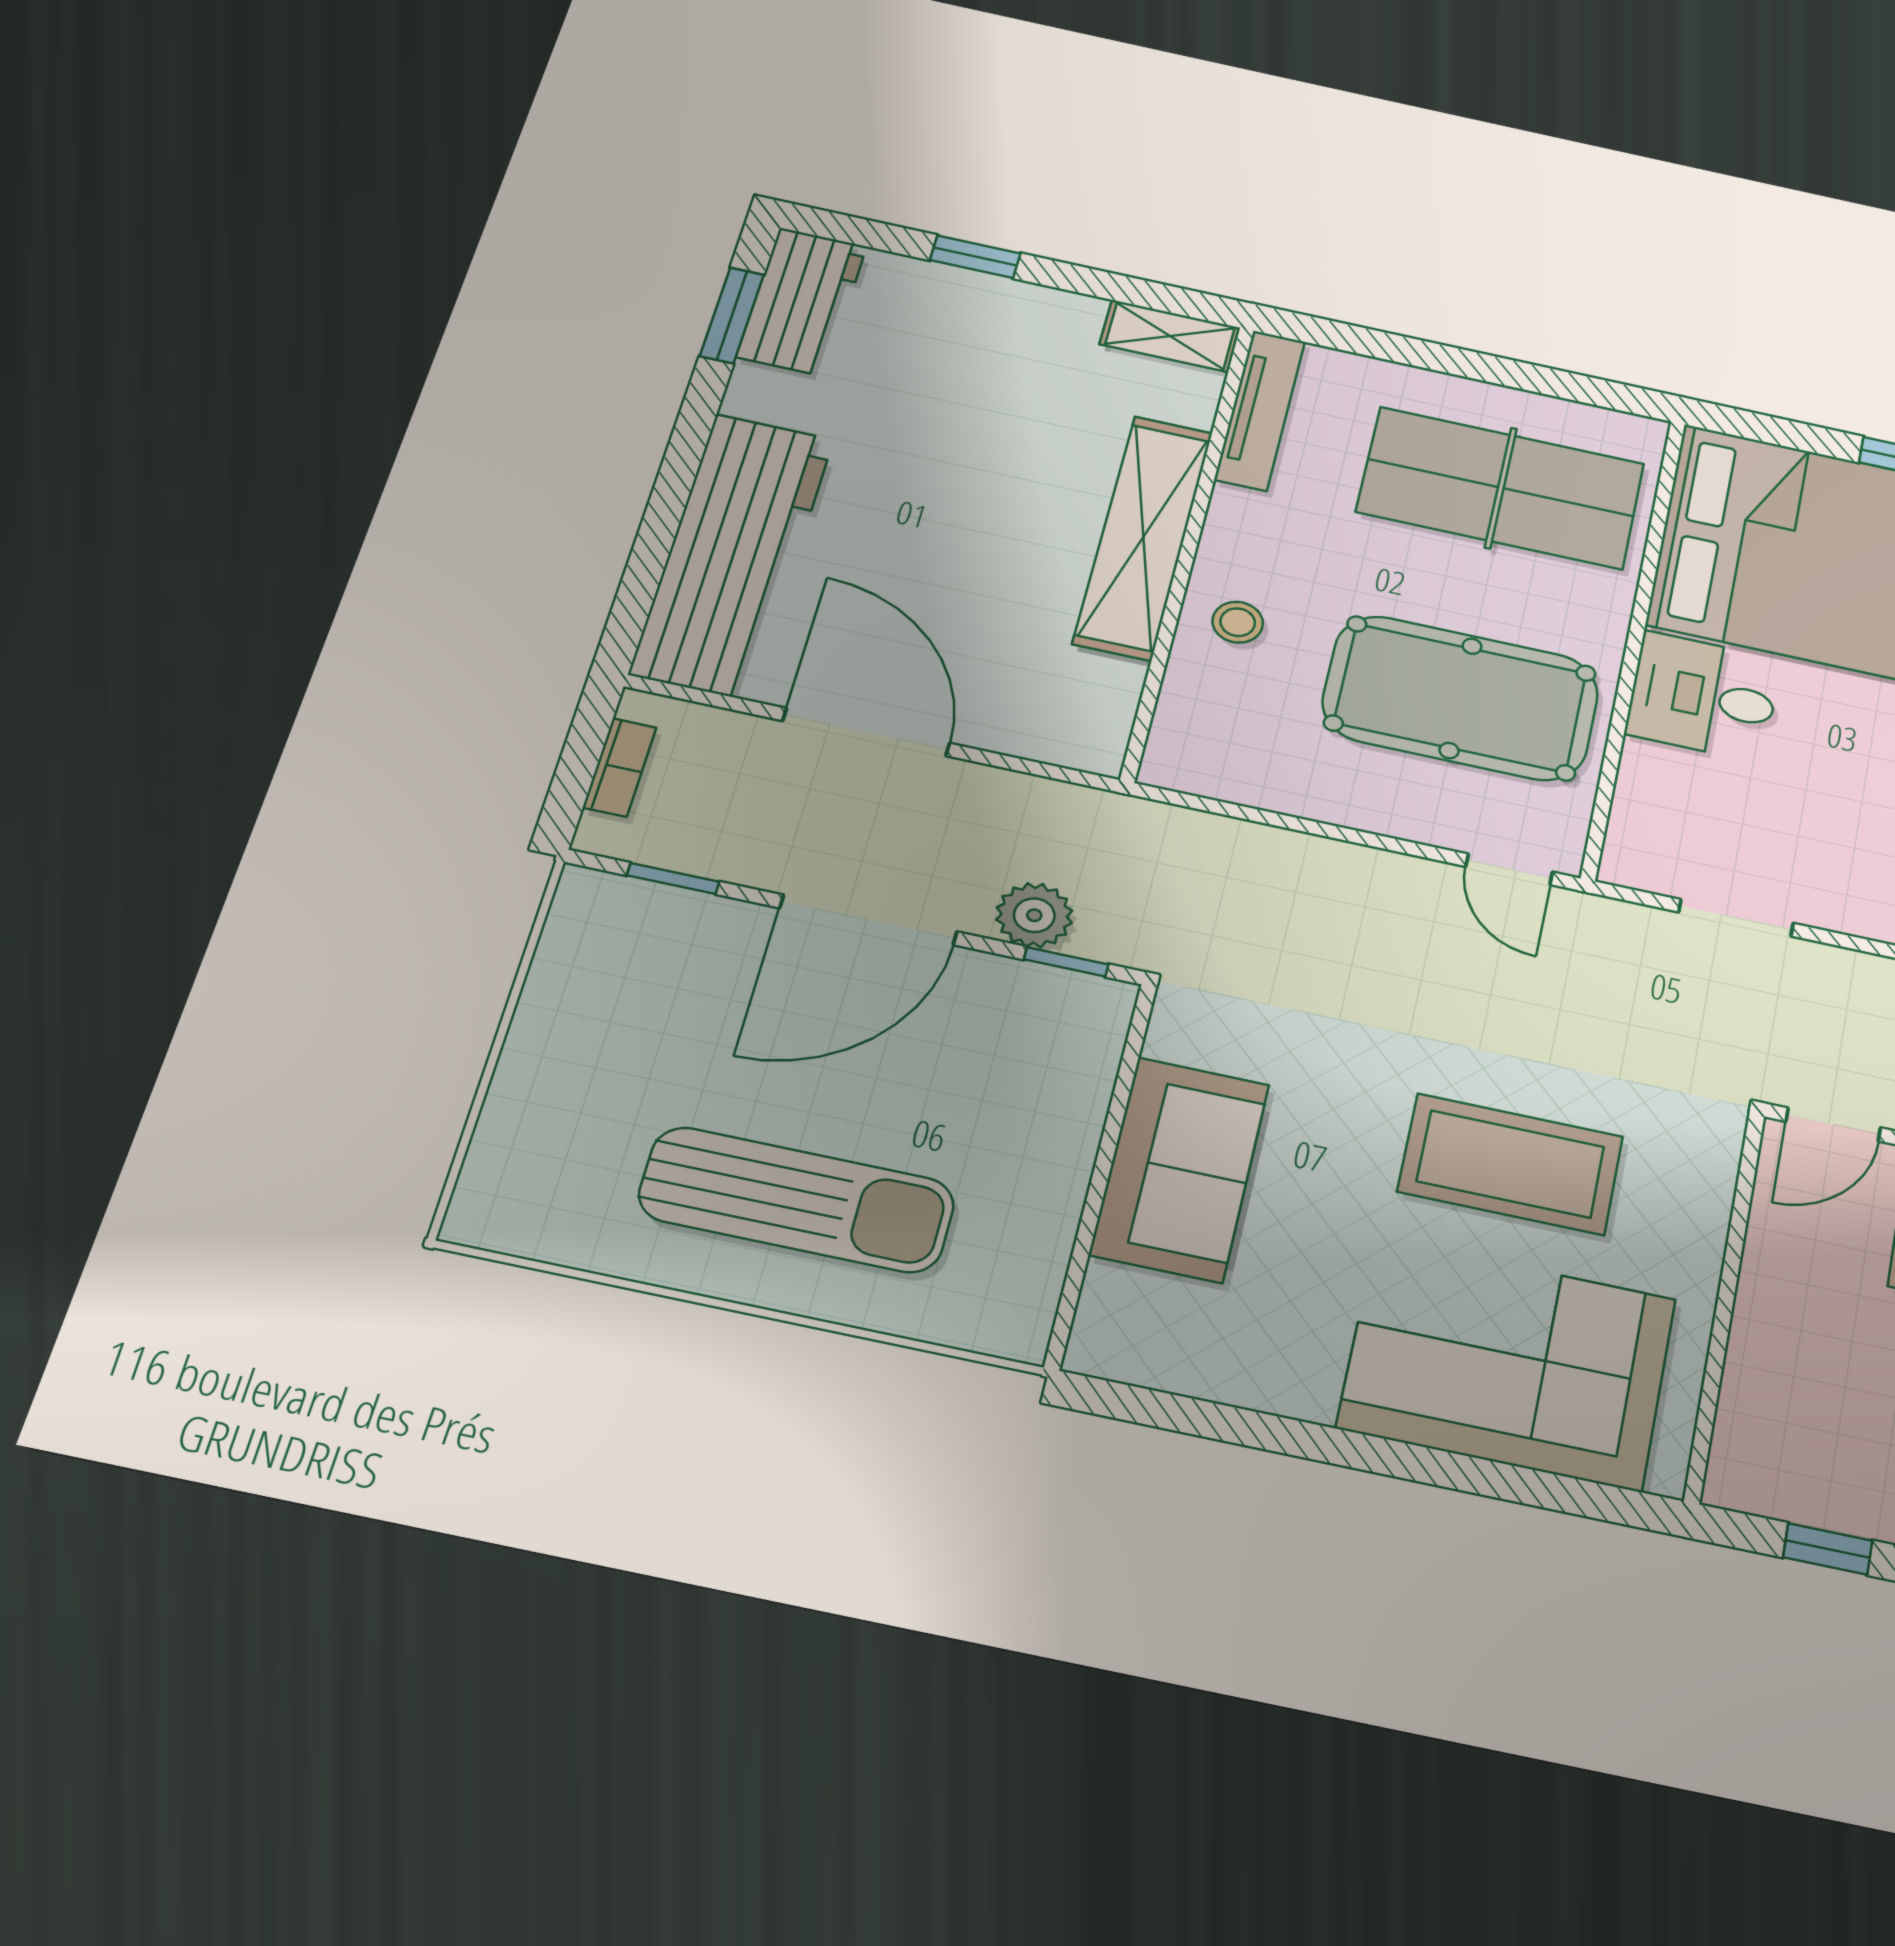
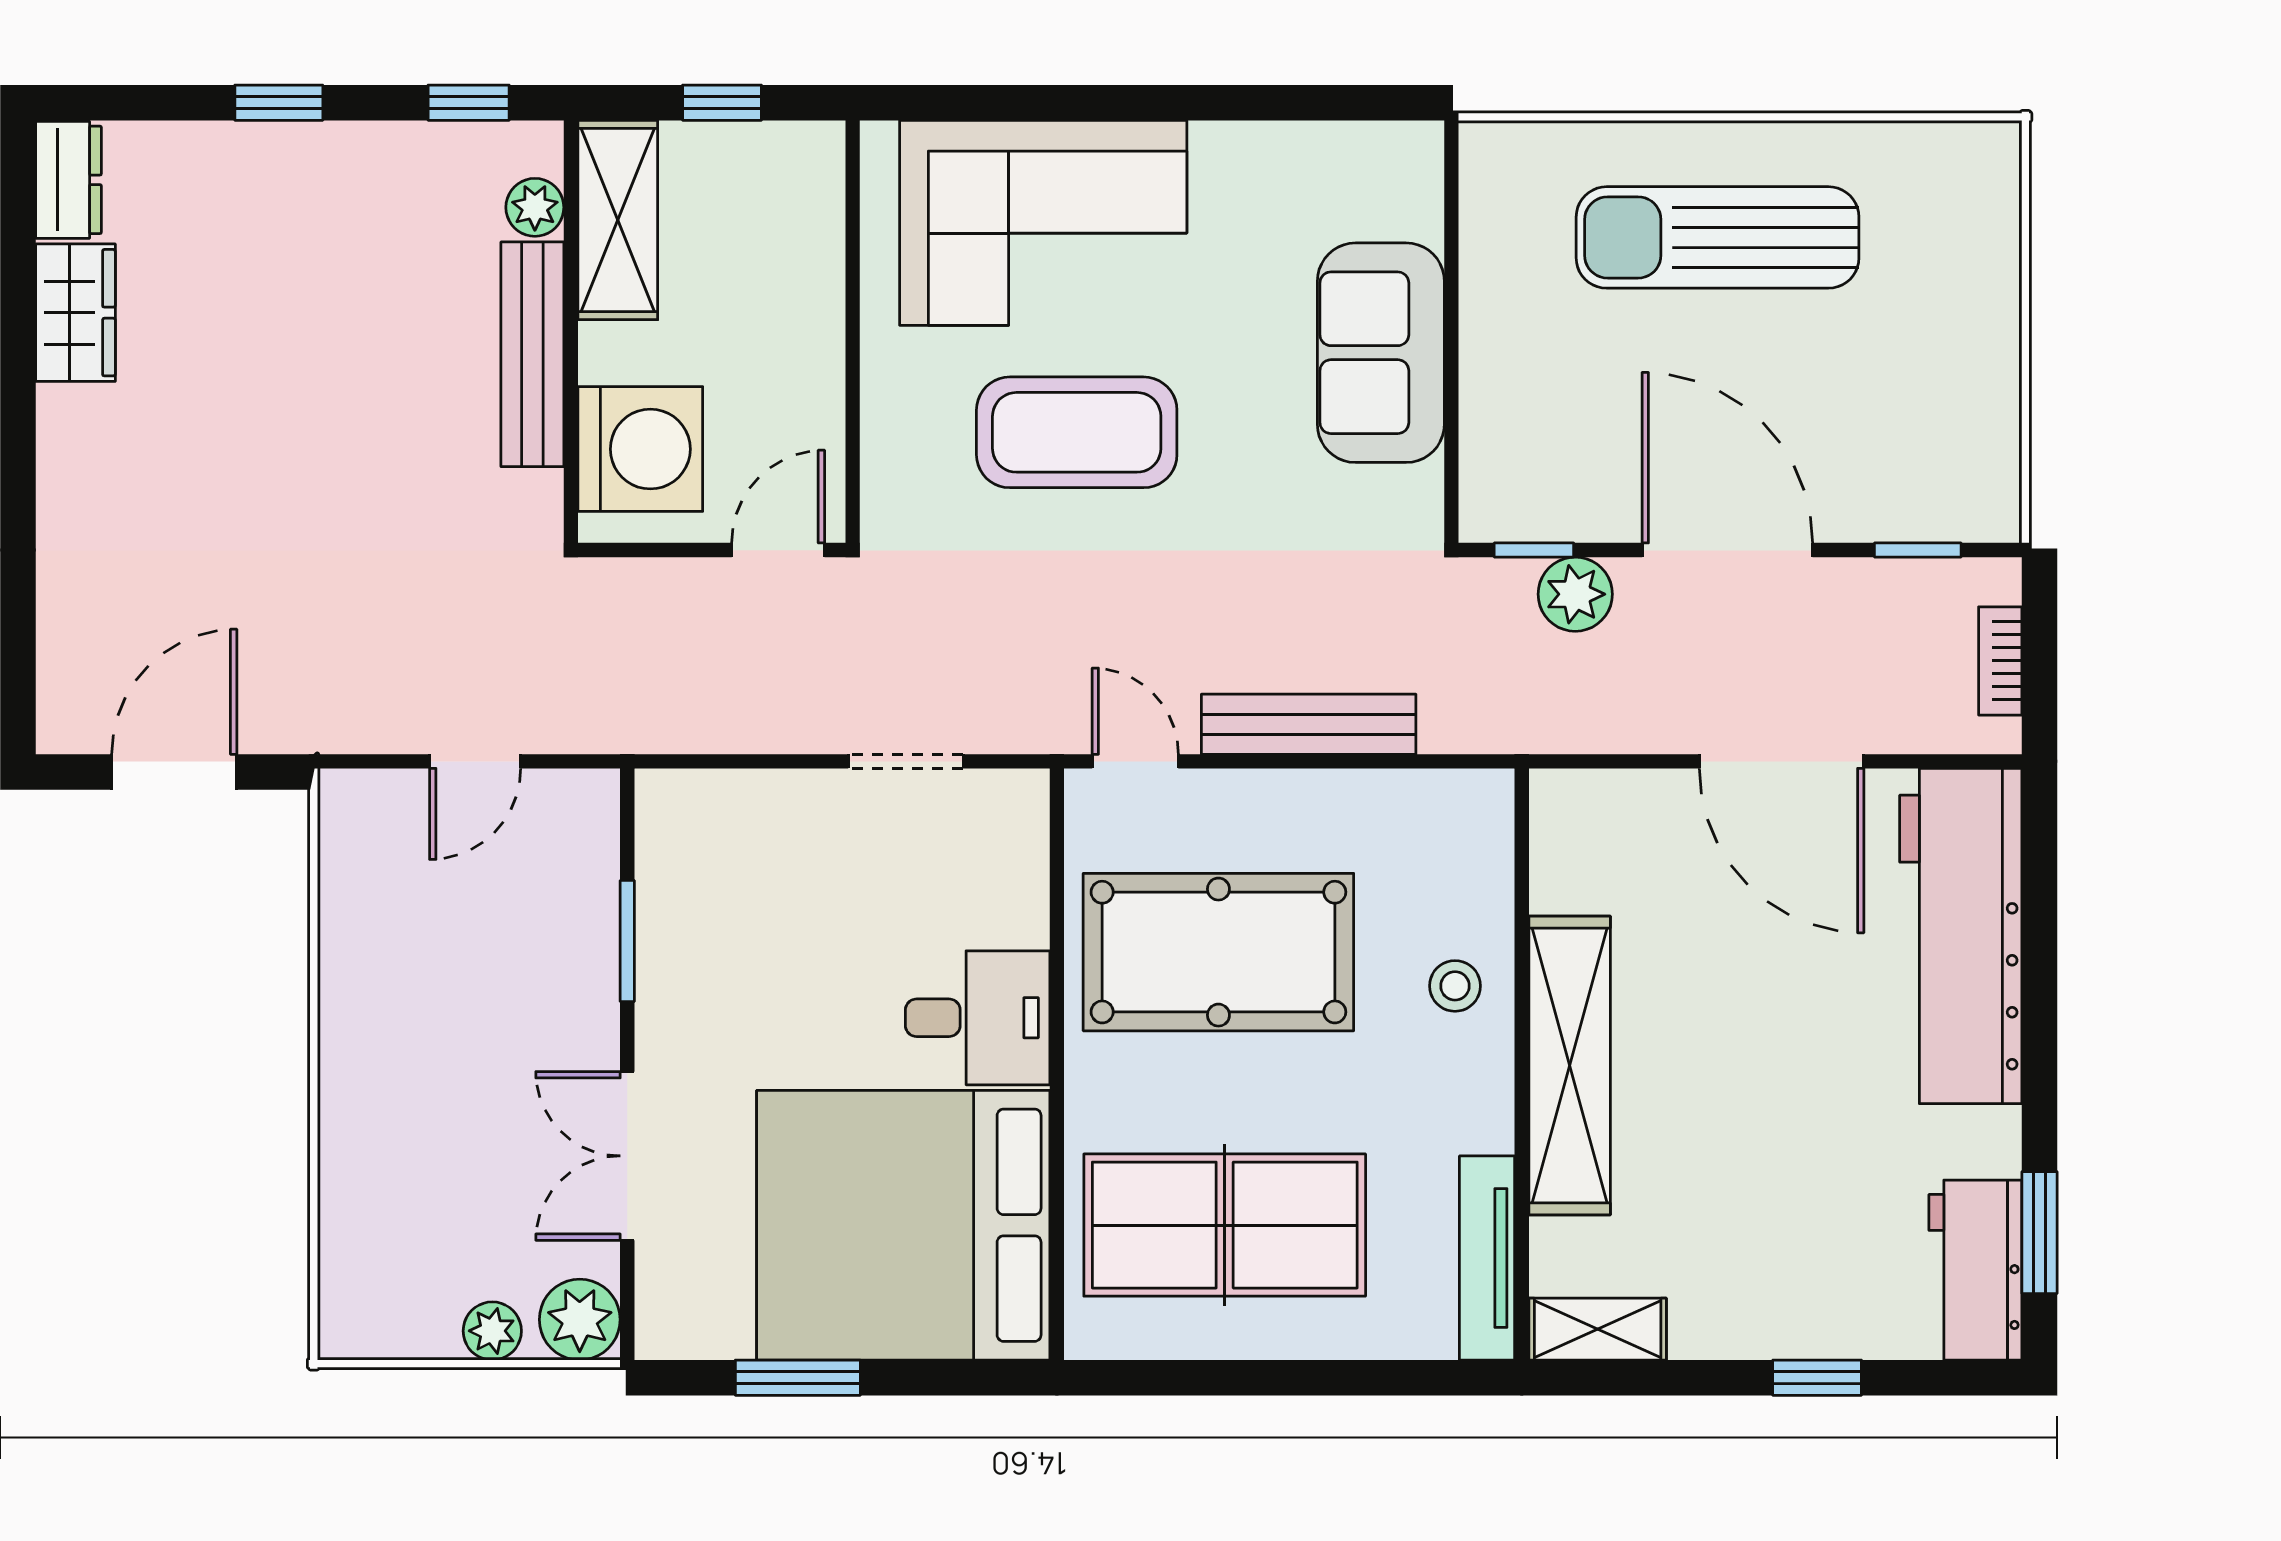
bench: (1330, 863) -> (1309, 724), added
door: (868, 920) -> (1727, 550), hinge flipped

